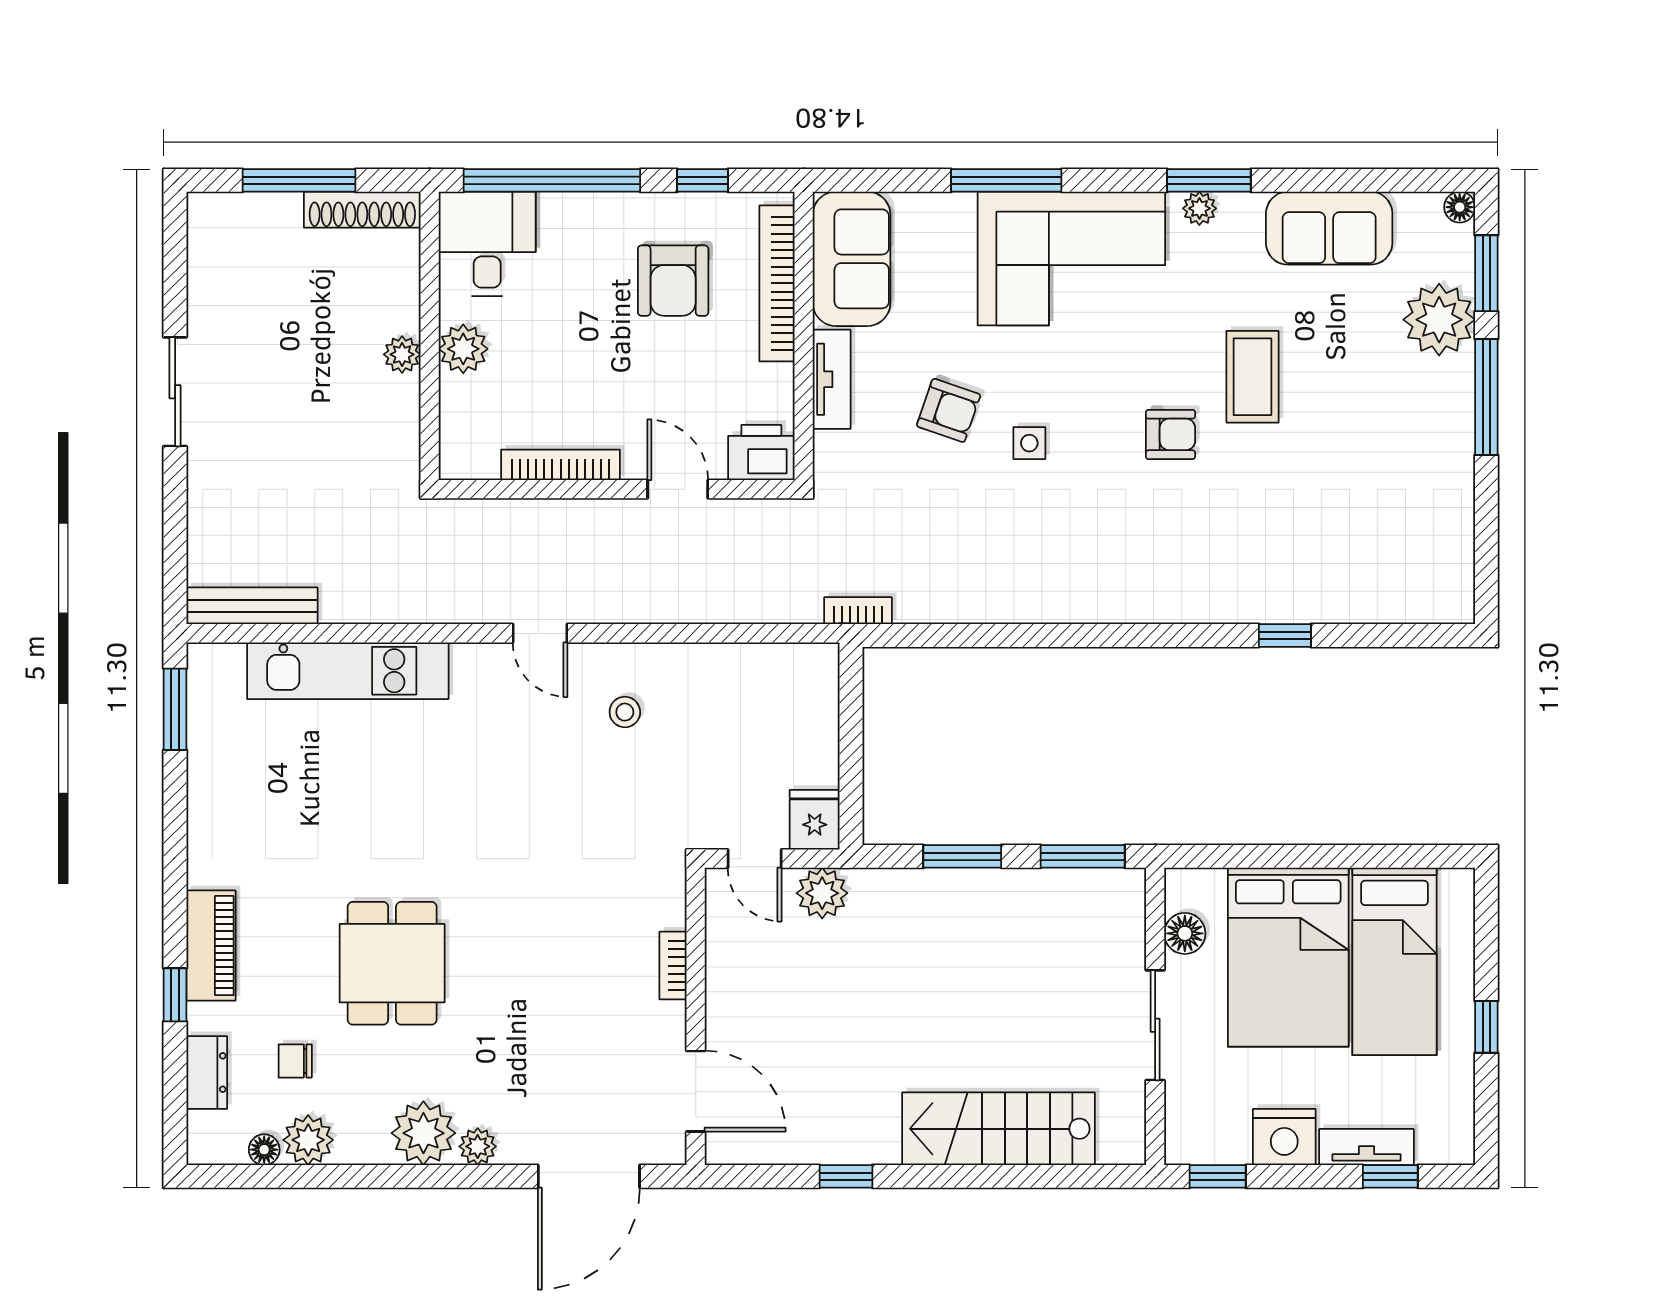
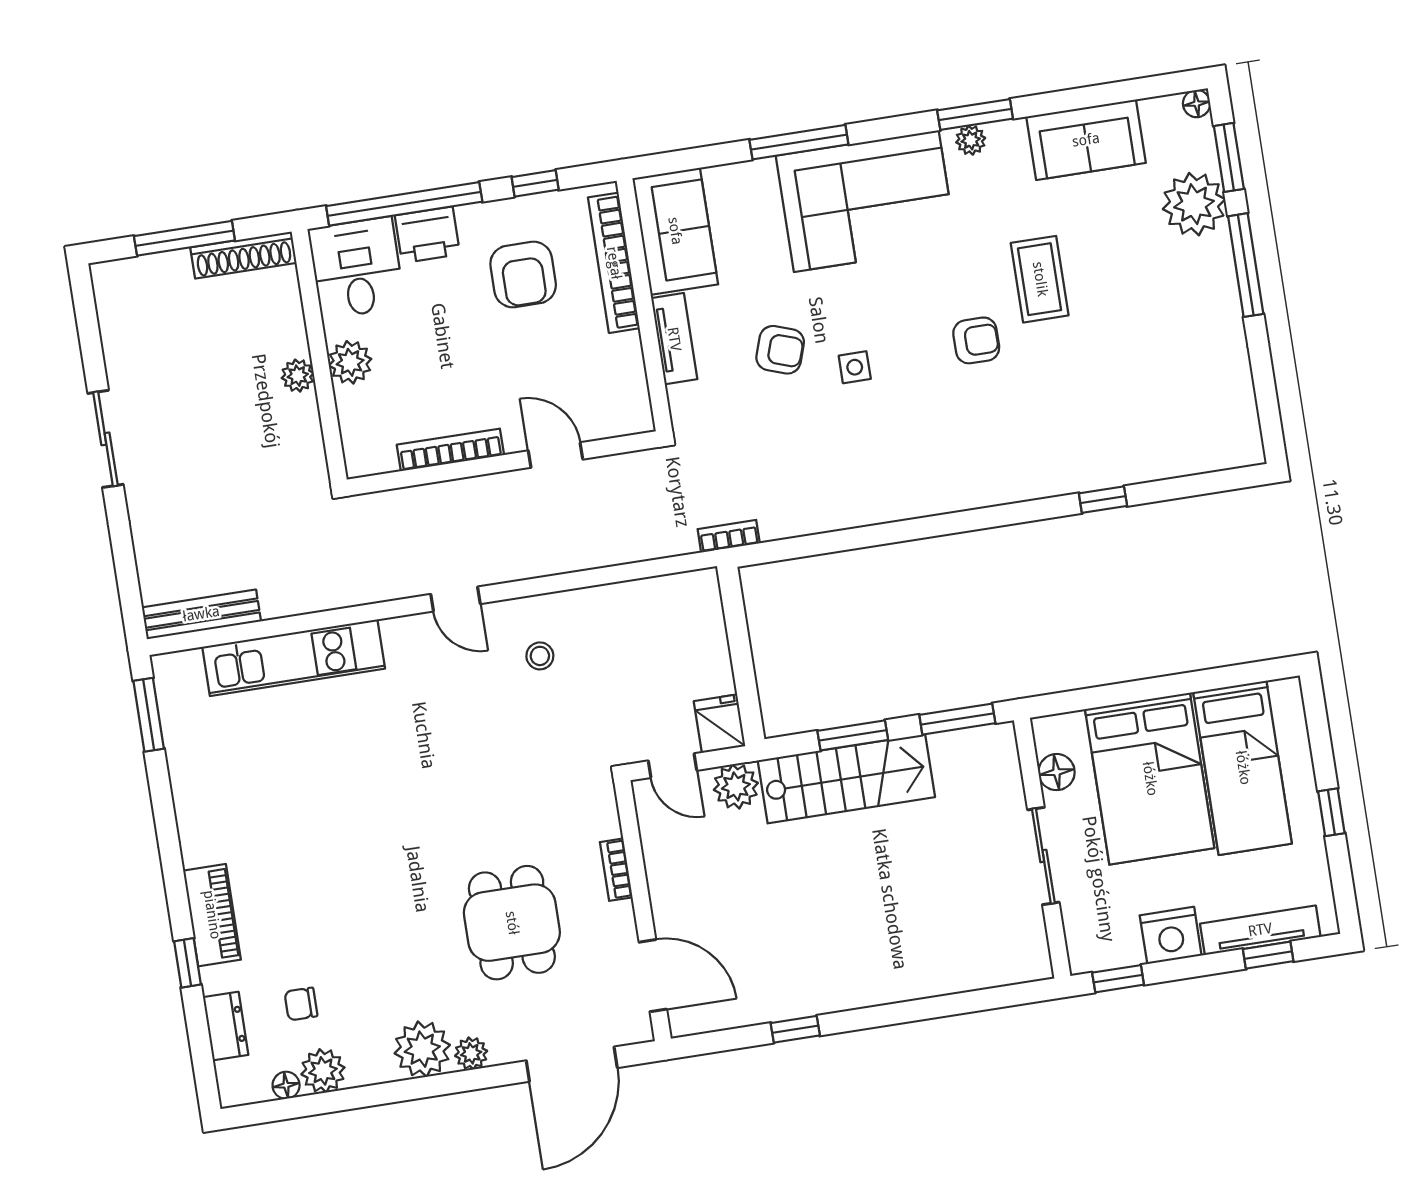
printer: (761, 452) -> (427, 235), moved, turned 180
dining table: (392, 963) -> (512, 923), moved
stairs: (998, 1129) -> (846, 779), moved, turned 180
tv unit: (1366, 1147) -> (1260, 930), width x1.41

